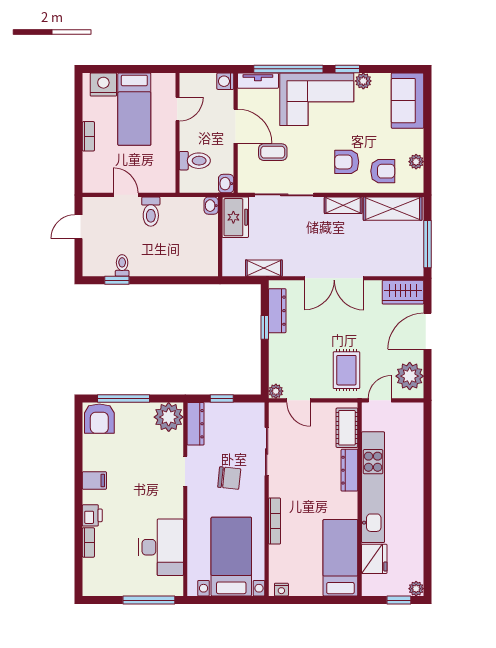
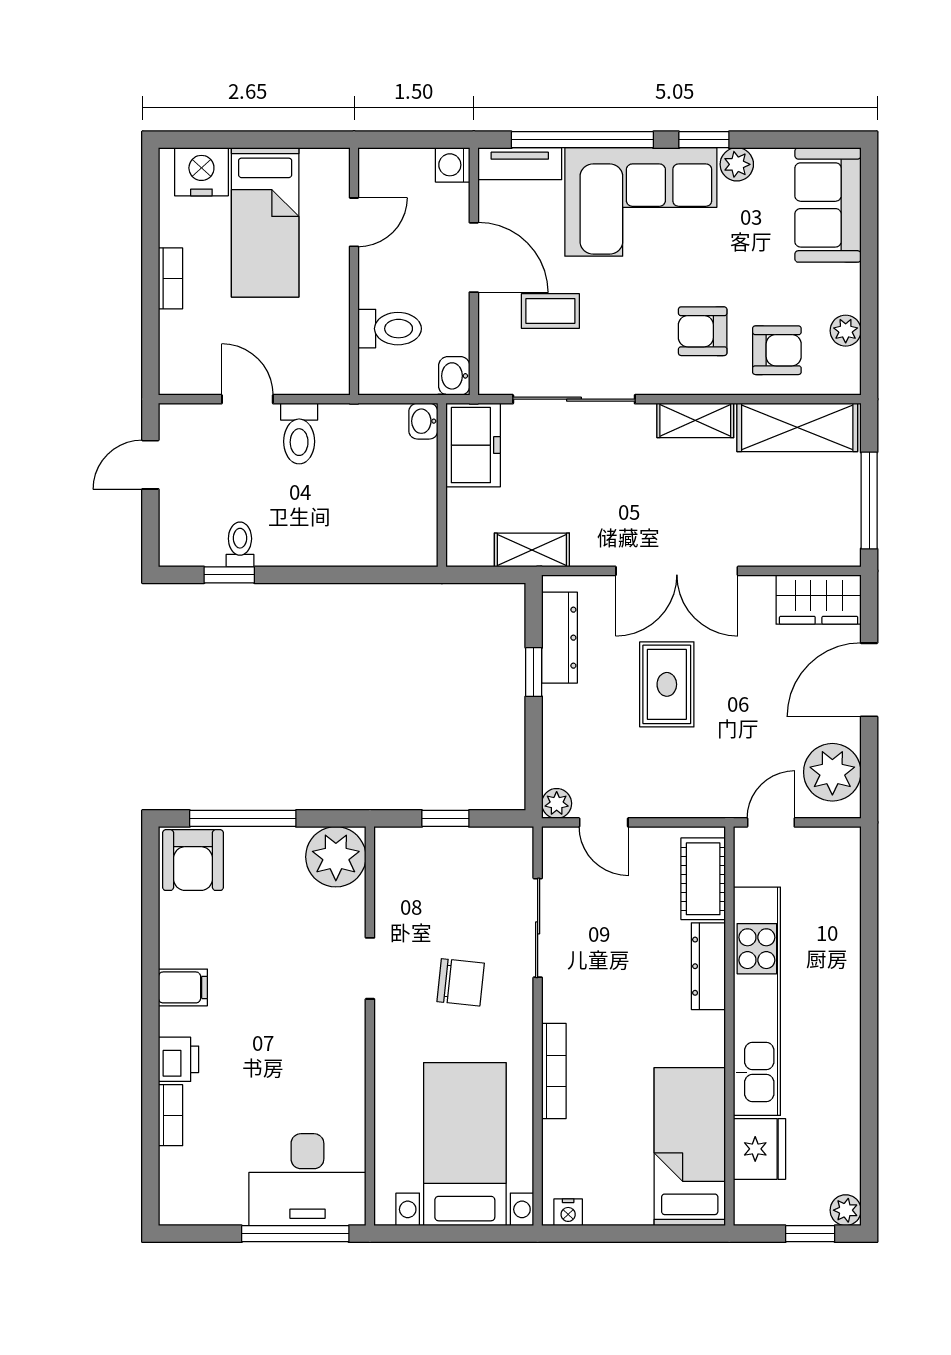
rug: (346, 370) -> (667, 684), moved
dresser: (196, 424) -> (391, 871), removed
desk: (161, 547) -> (307, 1180), moved, turned 90

